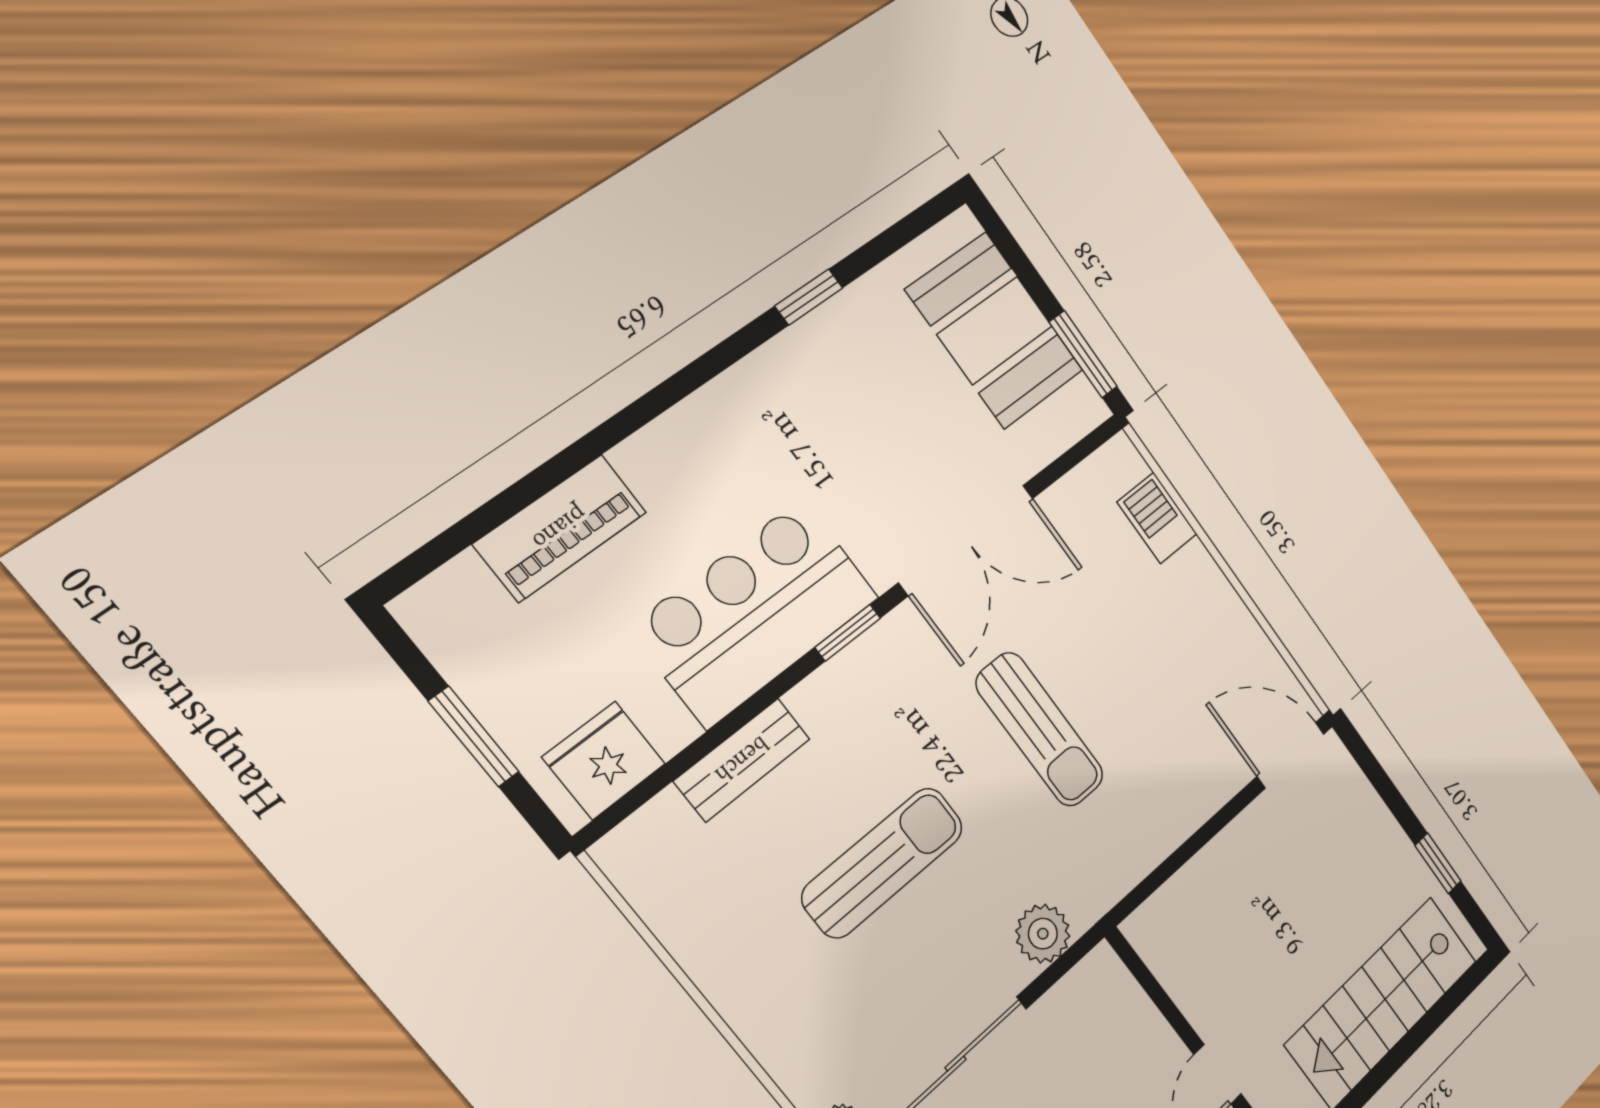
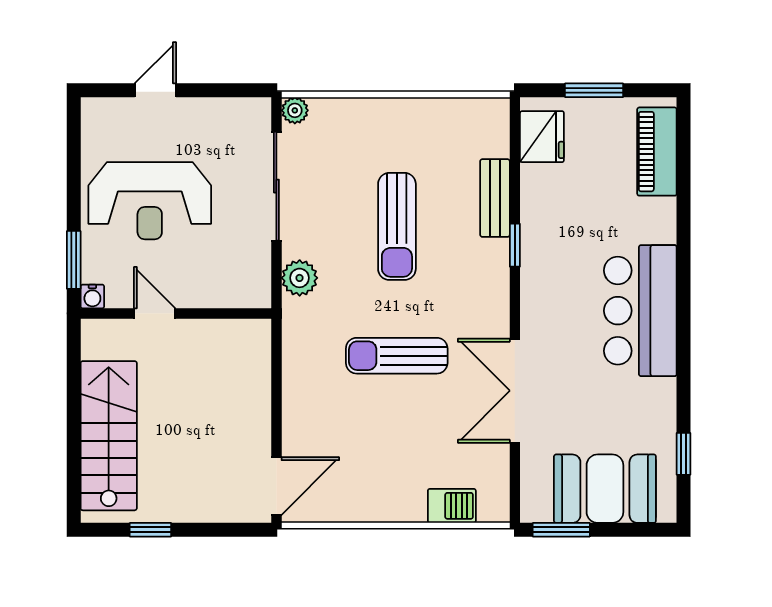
window: (809, 297) -> (683, 454), moved
piano: (560, 528) -> (657, 152), moved
bar counter: (756, 612) -> (640, 311), moved, turned 180
window: (848, 633) -> (515, 245), moved

